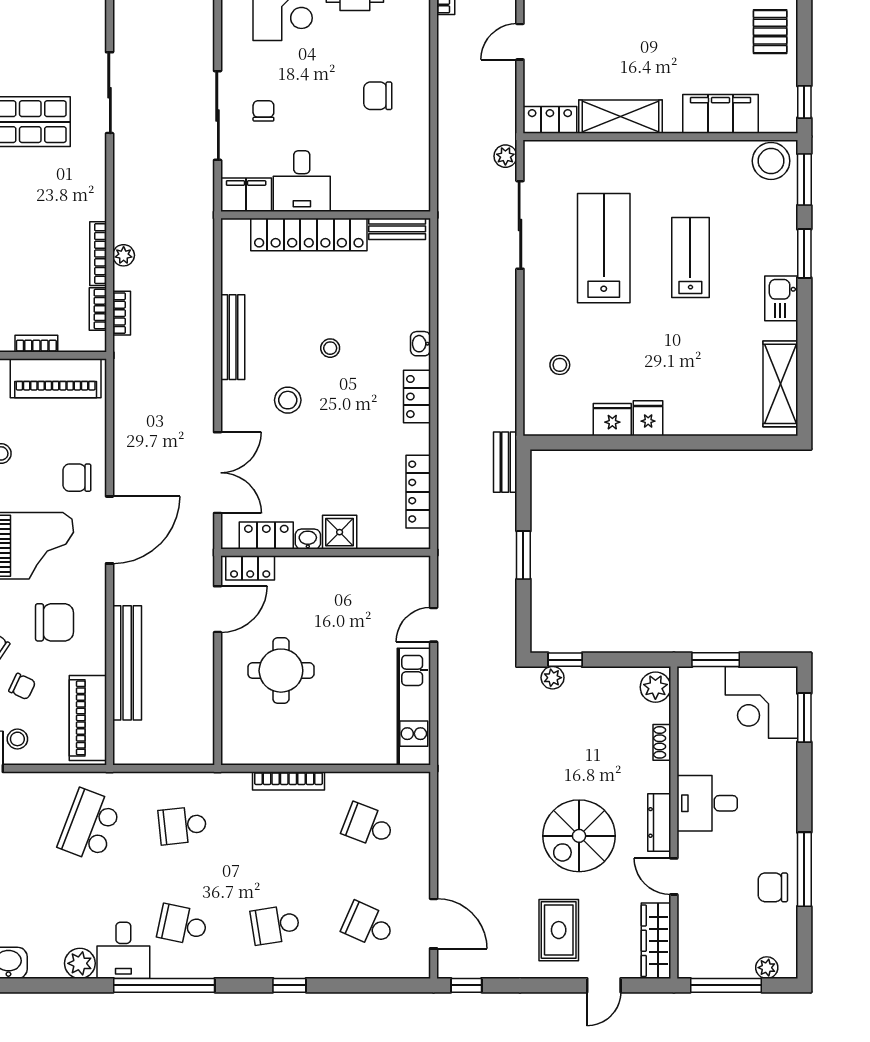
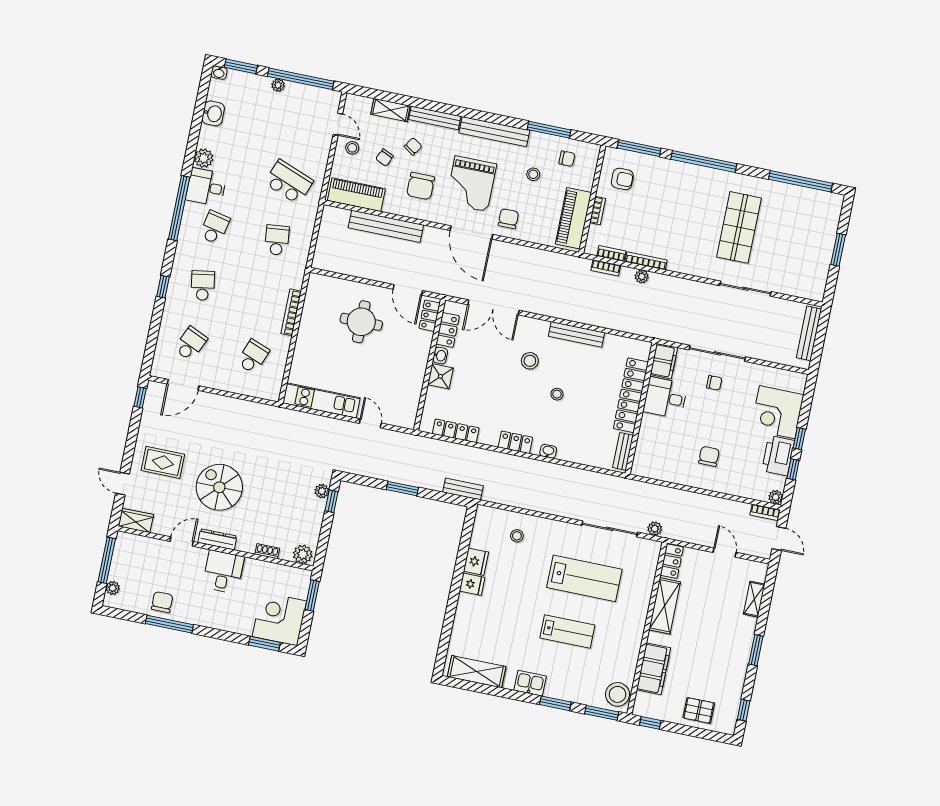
wardrobe: (656, 941) -> (136, 520), width x0.67

